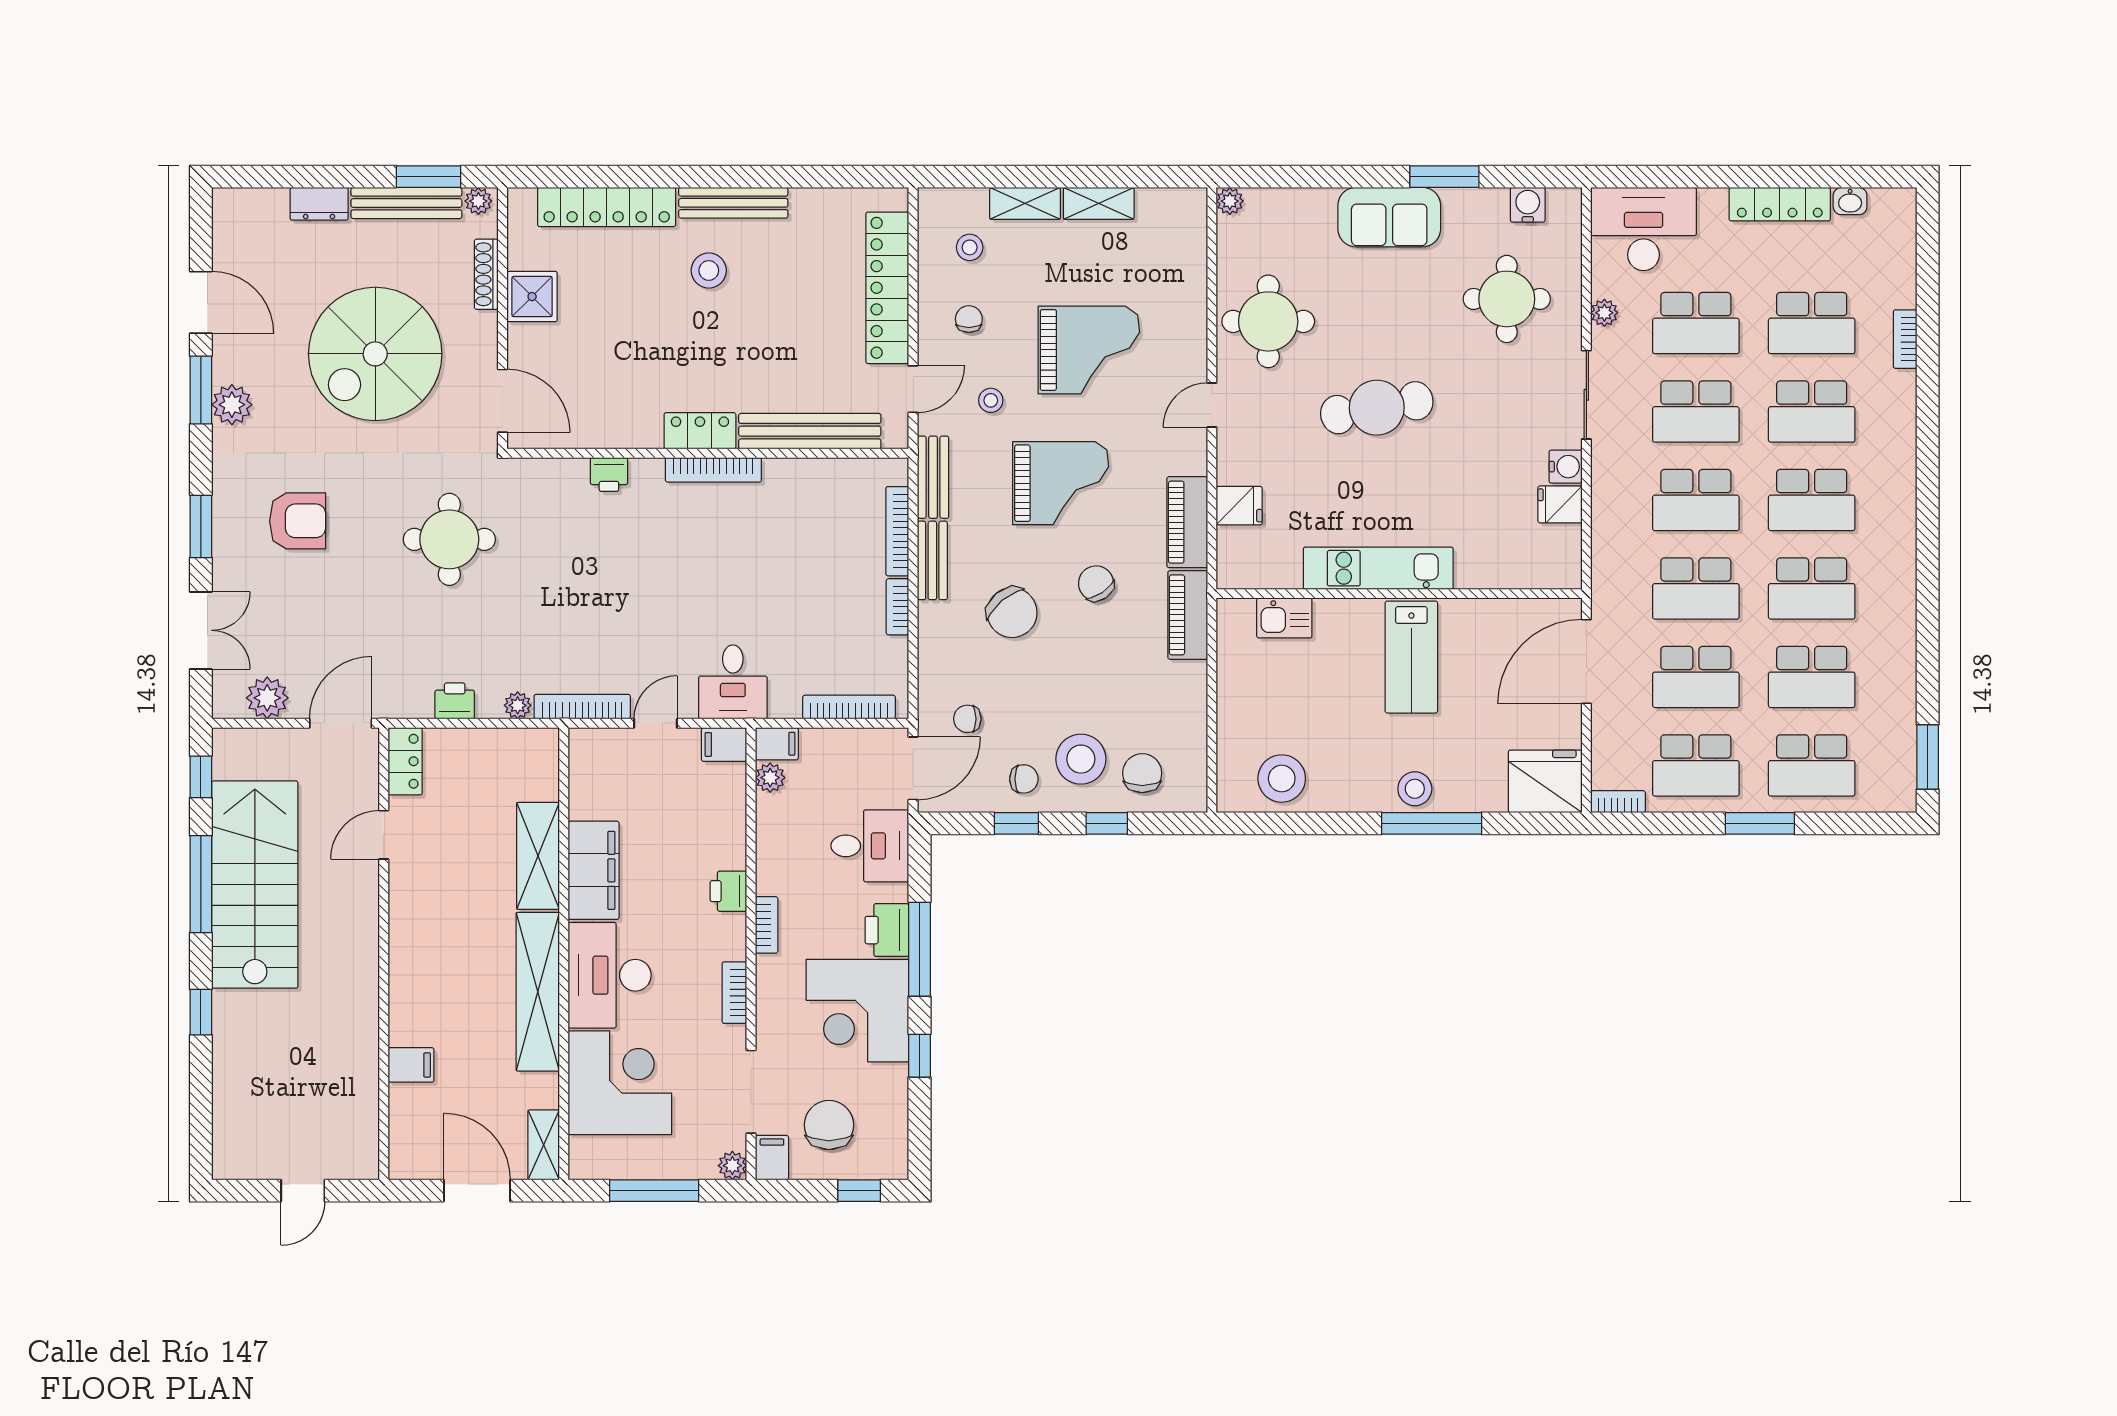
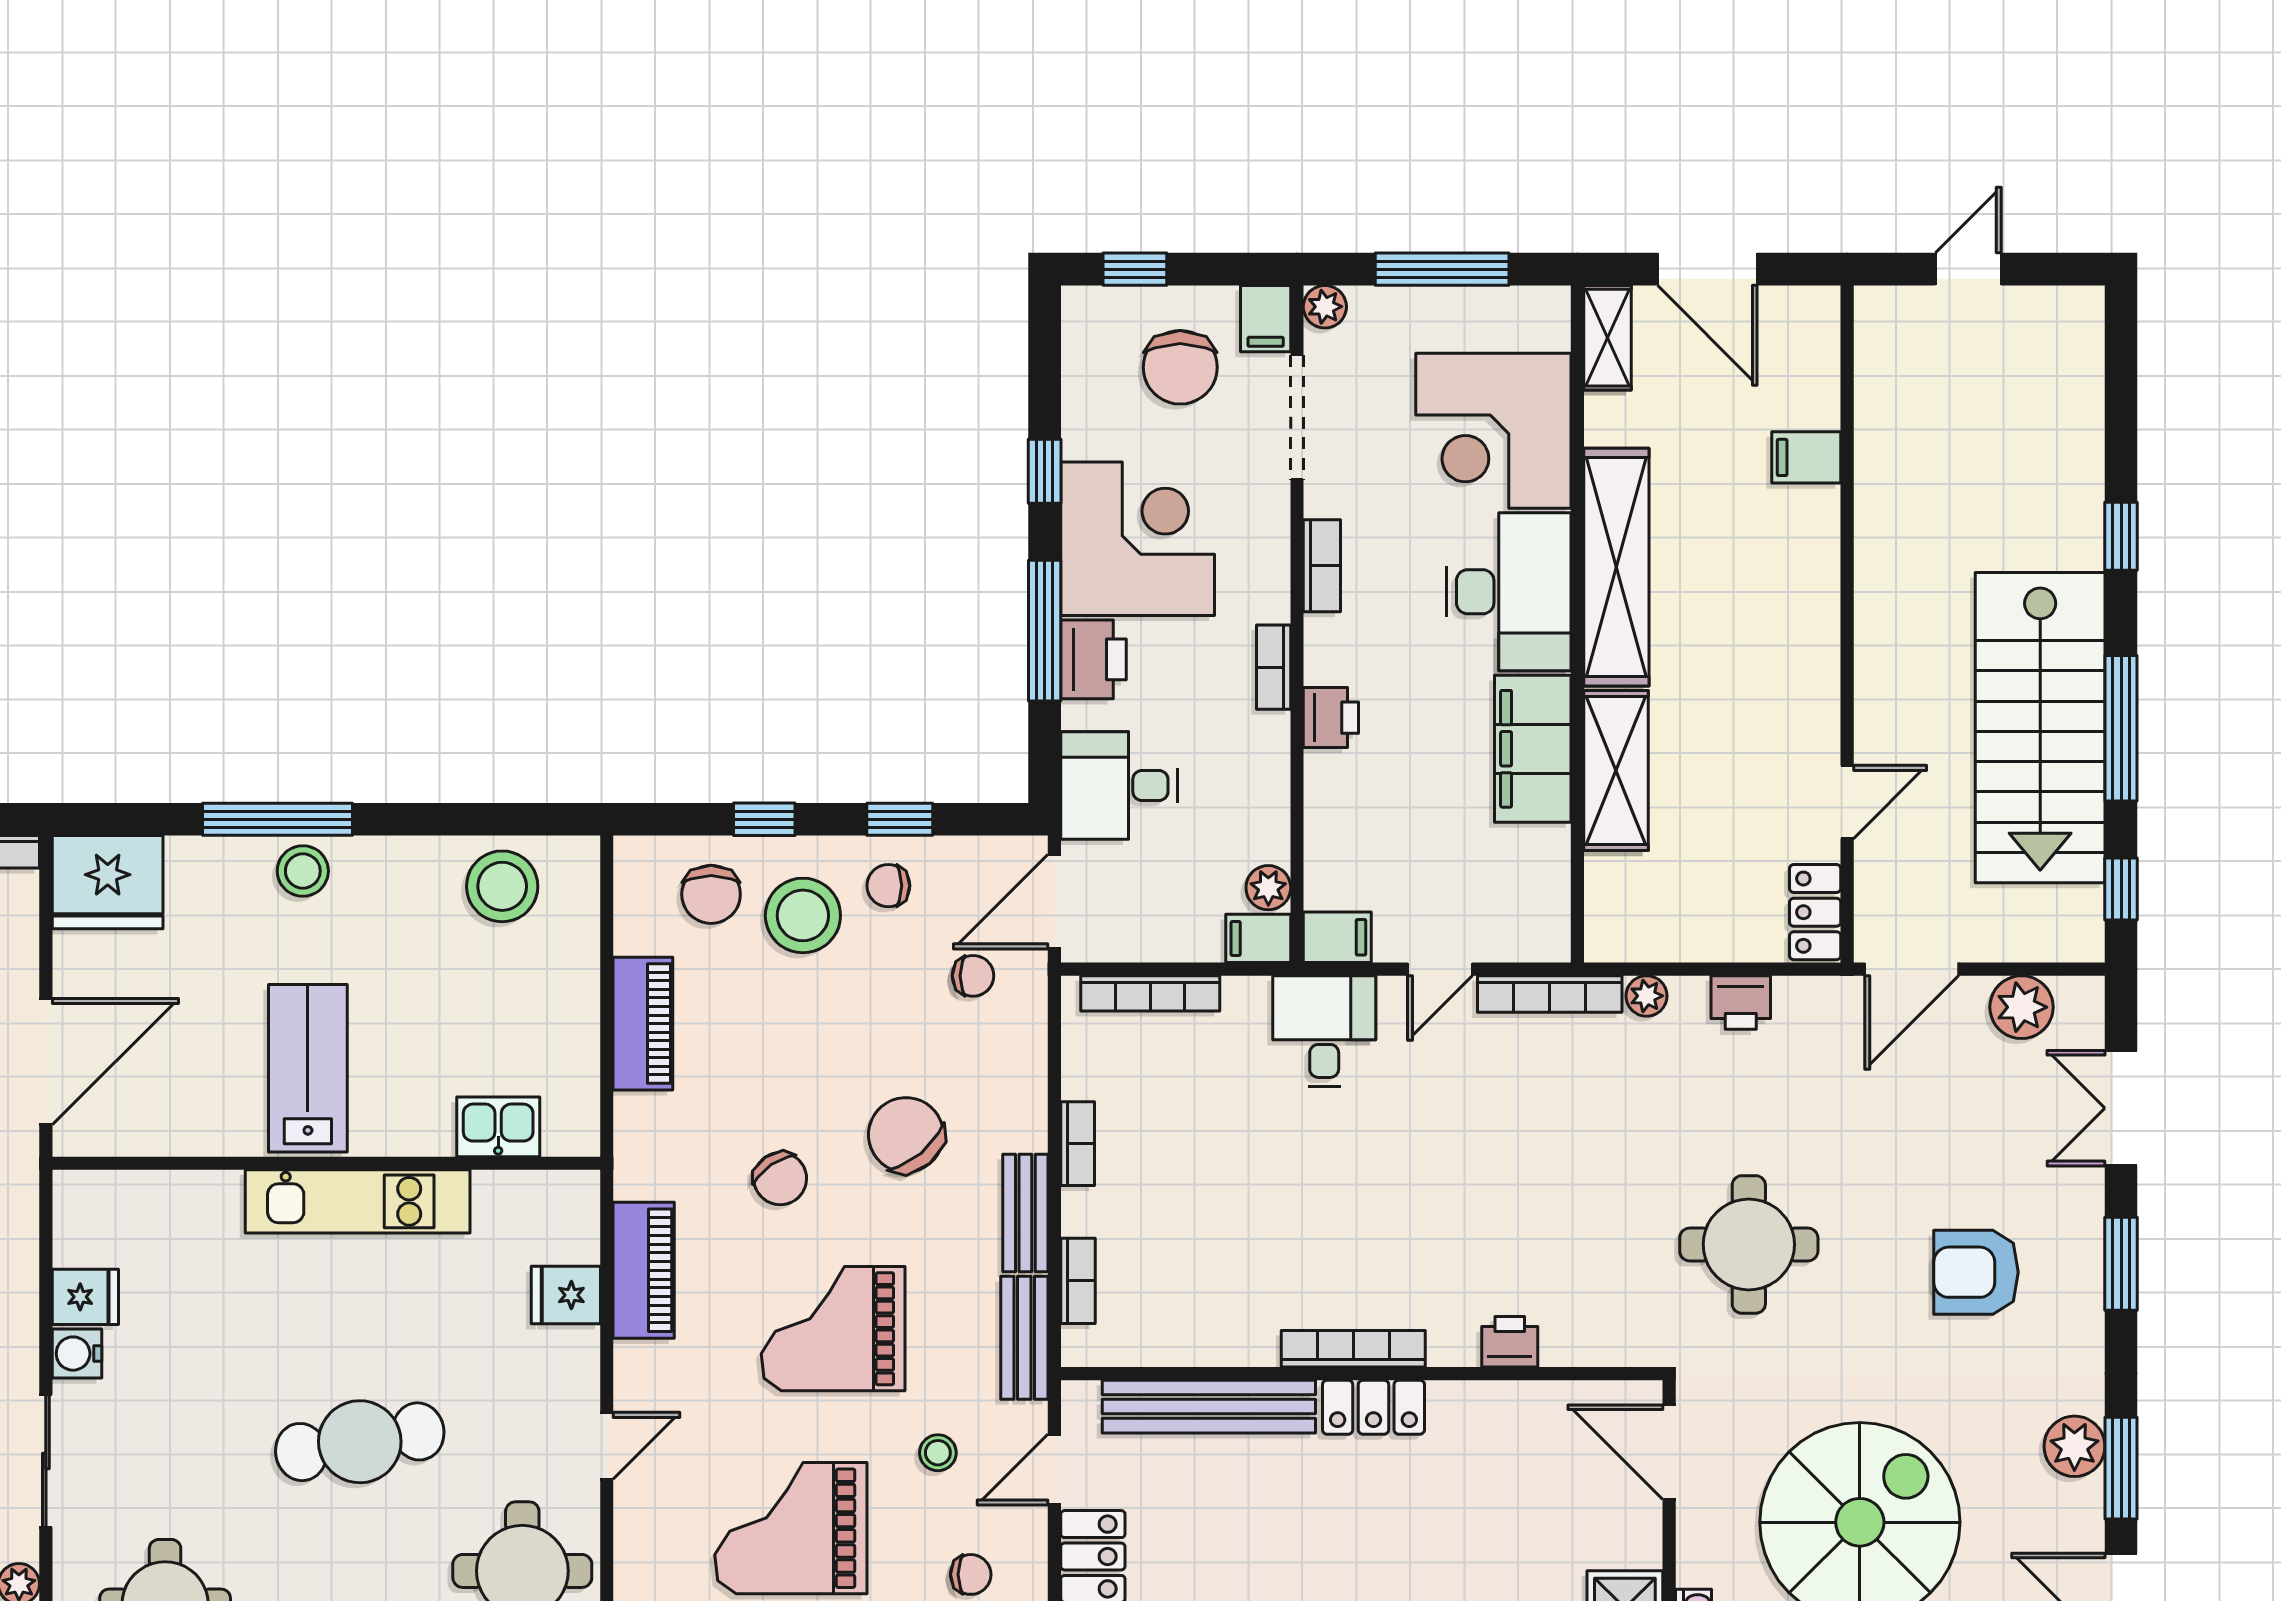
chair: (969, 319) -> (971, 1574), turned -90
bookcase: (897, 531) -> (1078, 1281), width x0.64
piano: (1188, 615) -> (643, 1024), moved

